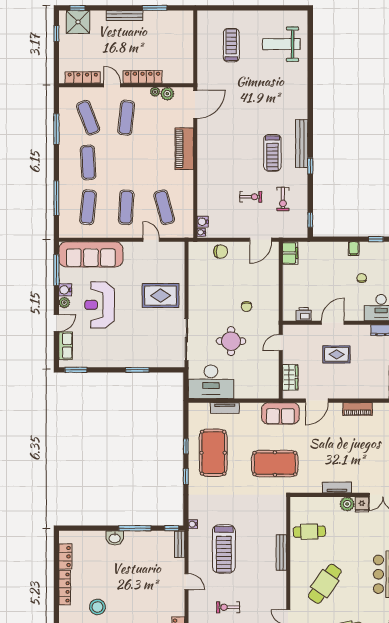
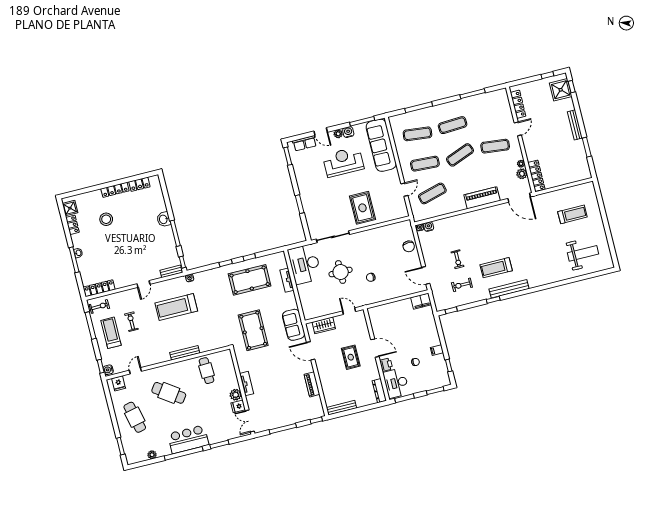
weight bench: (281, 44) -> (583, 253), turned 90
locker: (143, 77) -> (536, 176), moved
exercise mat: (88, 118) -> (460, 155), moved
printer: (304, 314) -> (386, 365), moved

